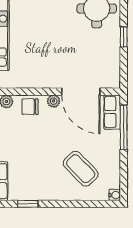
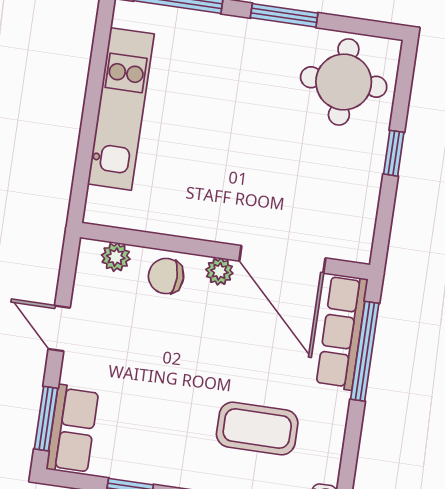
row of seats: (112, 112) -> (342, 332), width x1.48
coffee table: (81, 169) -> (257, 429), turned -46

